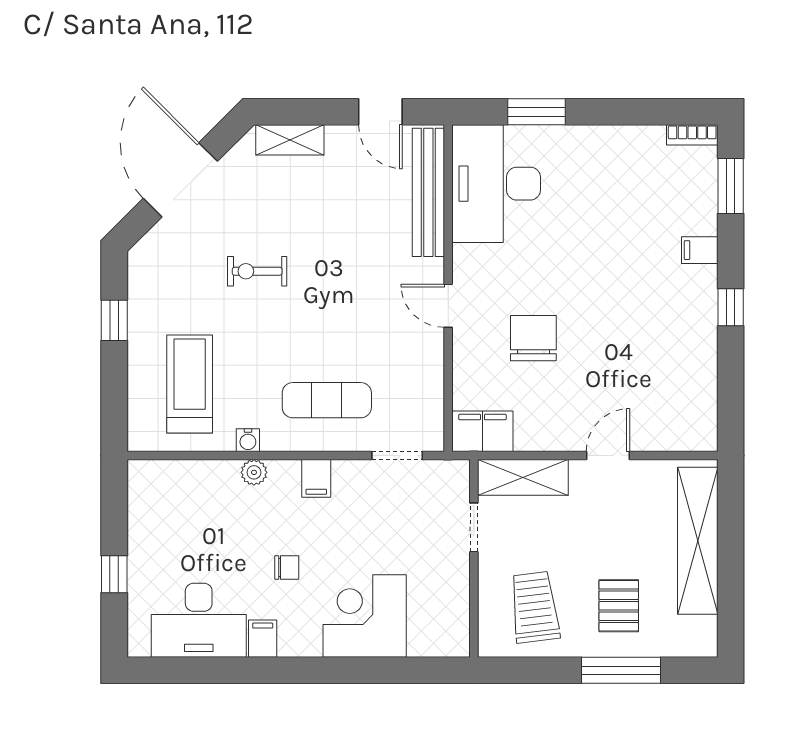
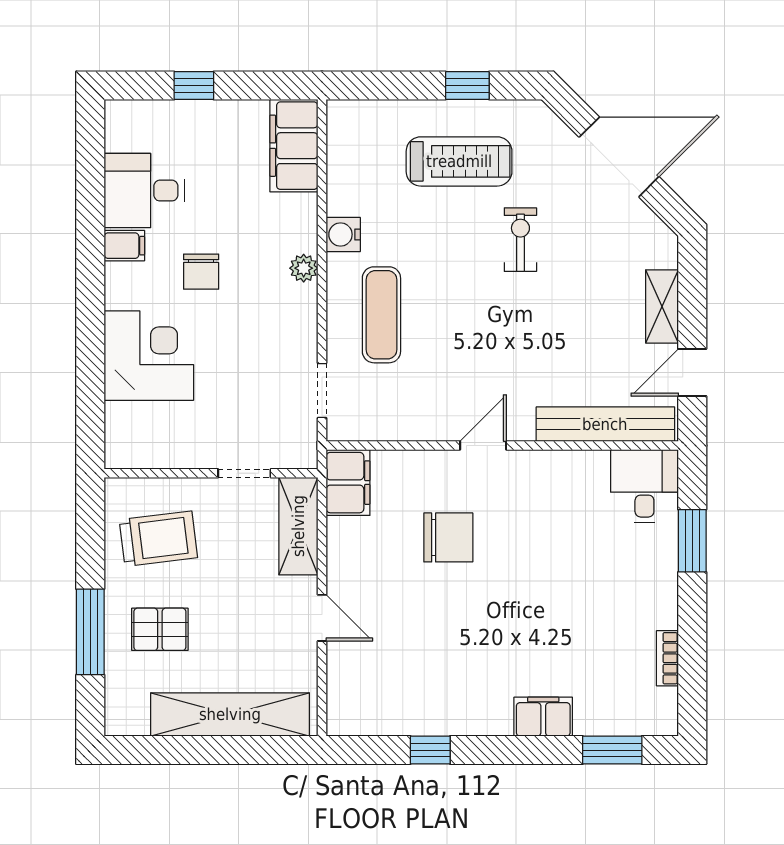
bookcase: (692, 135) -> (667, 658), moved
shelving: (290, 140) -> (662, 306), moved
desk: (496, 184) -> (644, 486), width x0.53, depth x0.77
filing cabinet: (700, 250) -> (543, 717), width x2.00
window: (731, 307) -> (430, 750), moved
treadmill: (190, 384) -> (459, 161), moved
water cooler: (248, 440) -> (343, 234), width x1.38, depth x1.38
plant: (254, 472) -> (304, 268), moved
filing cabinet: (316, 478) -> (294, 146), moved, width x3.00, depth x1.17
chair: (287, 568) -> (201, 272), width x1.37, depth x1.37
desk: (199, 620) -> (144, 191), width x0.73

